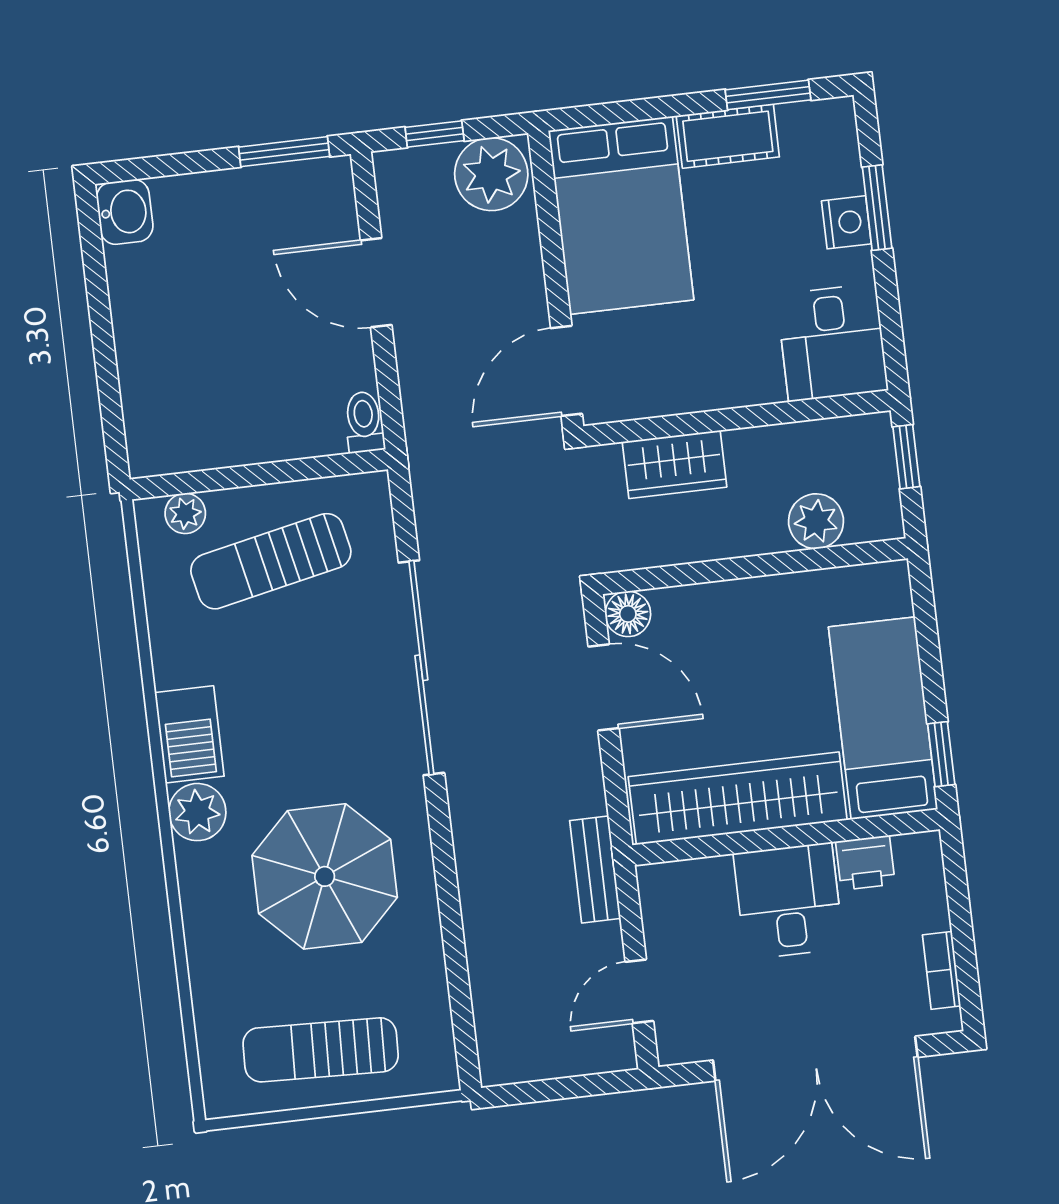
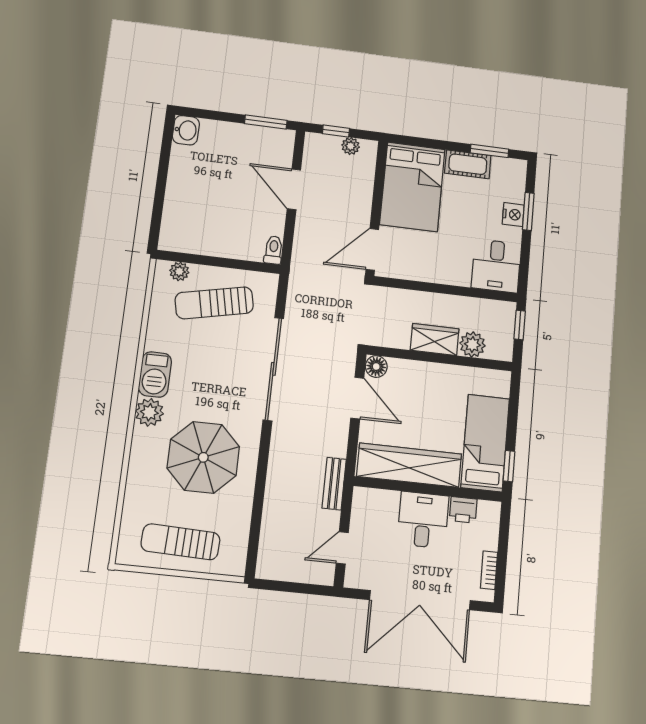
plant: (491, 174) -> (351, 146), width x0.53, depth x0.53
wardrobe: (675, 464) -> (435, 340), moved, turned 180

